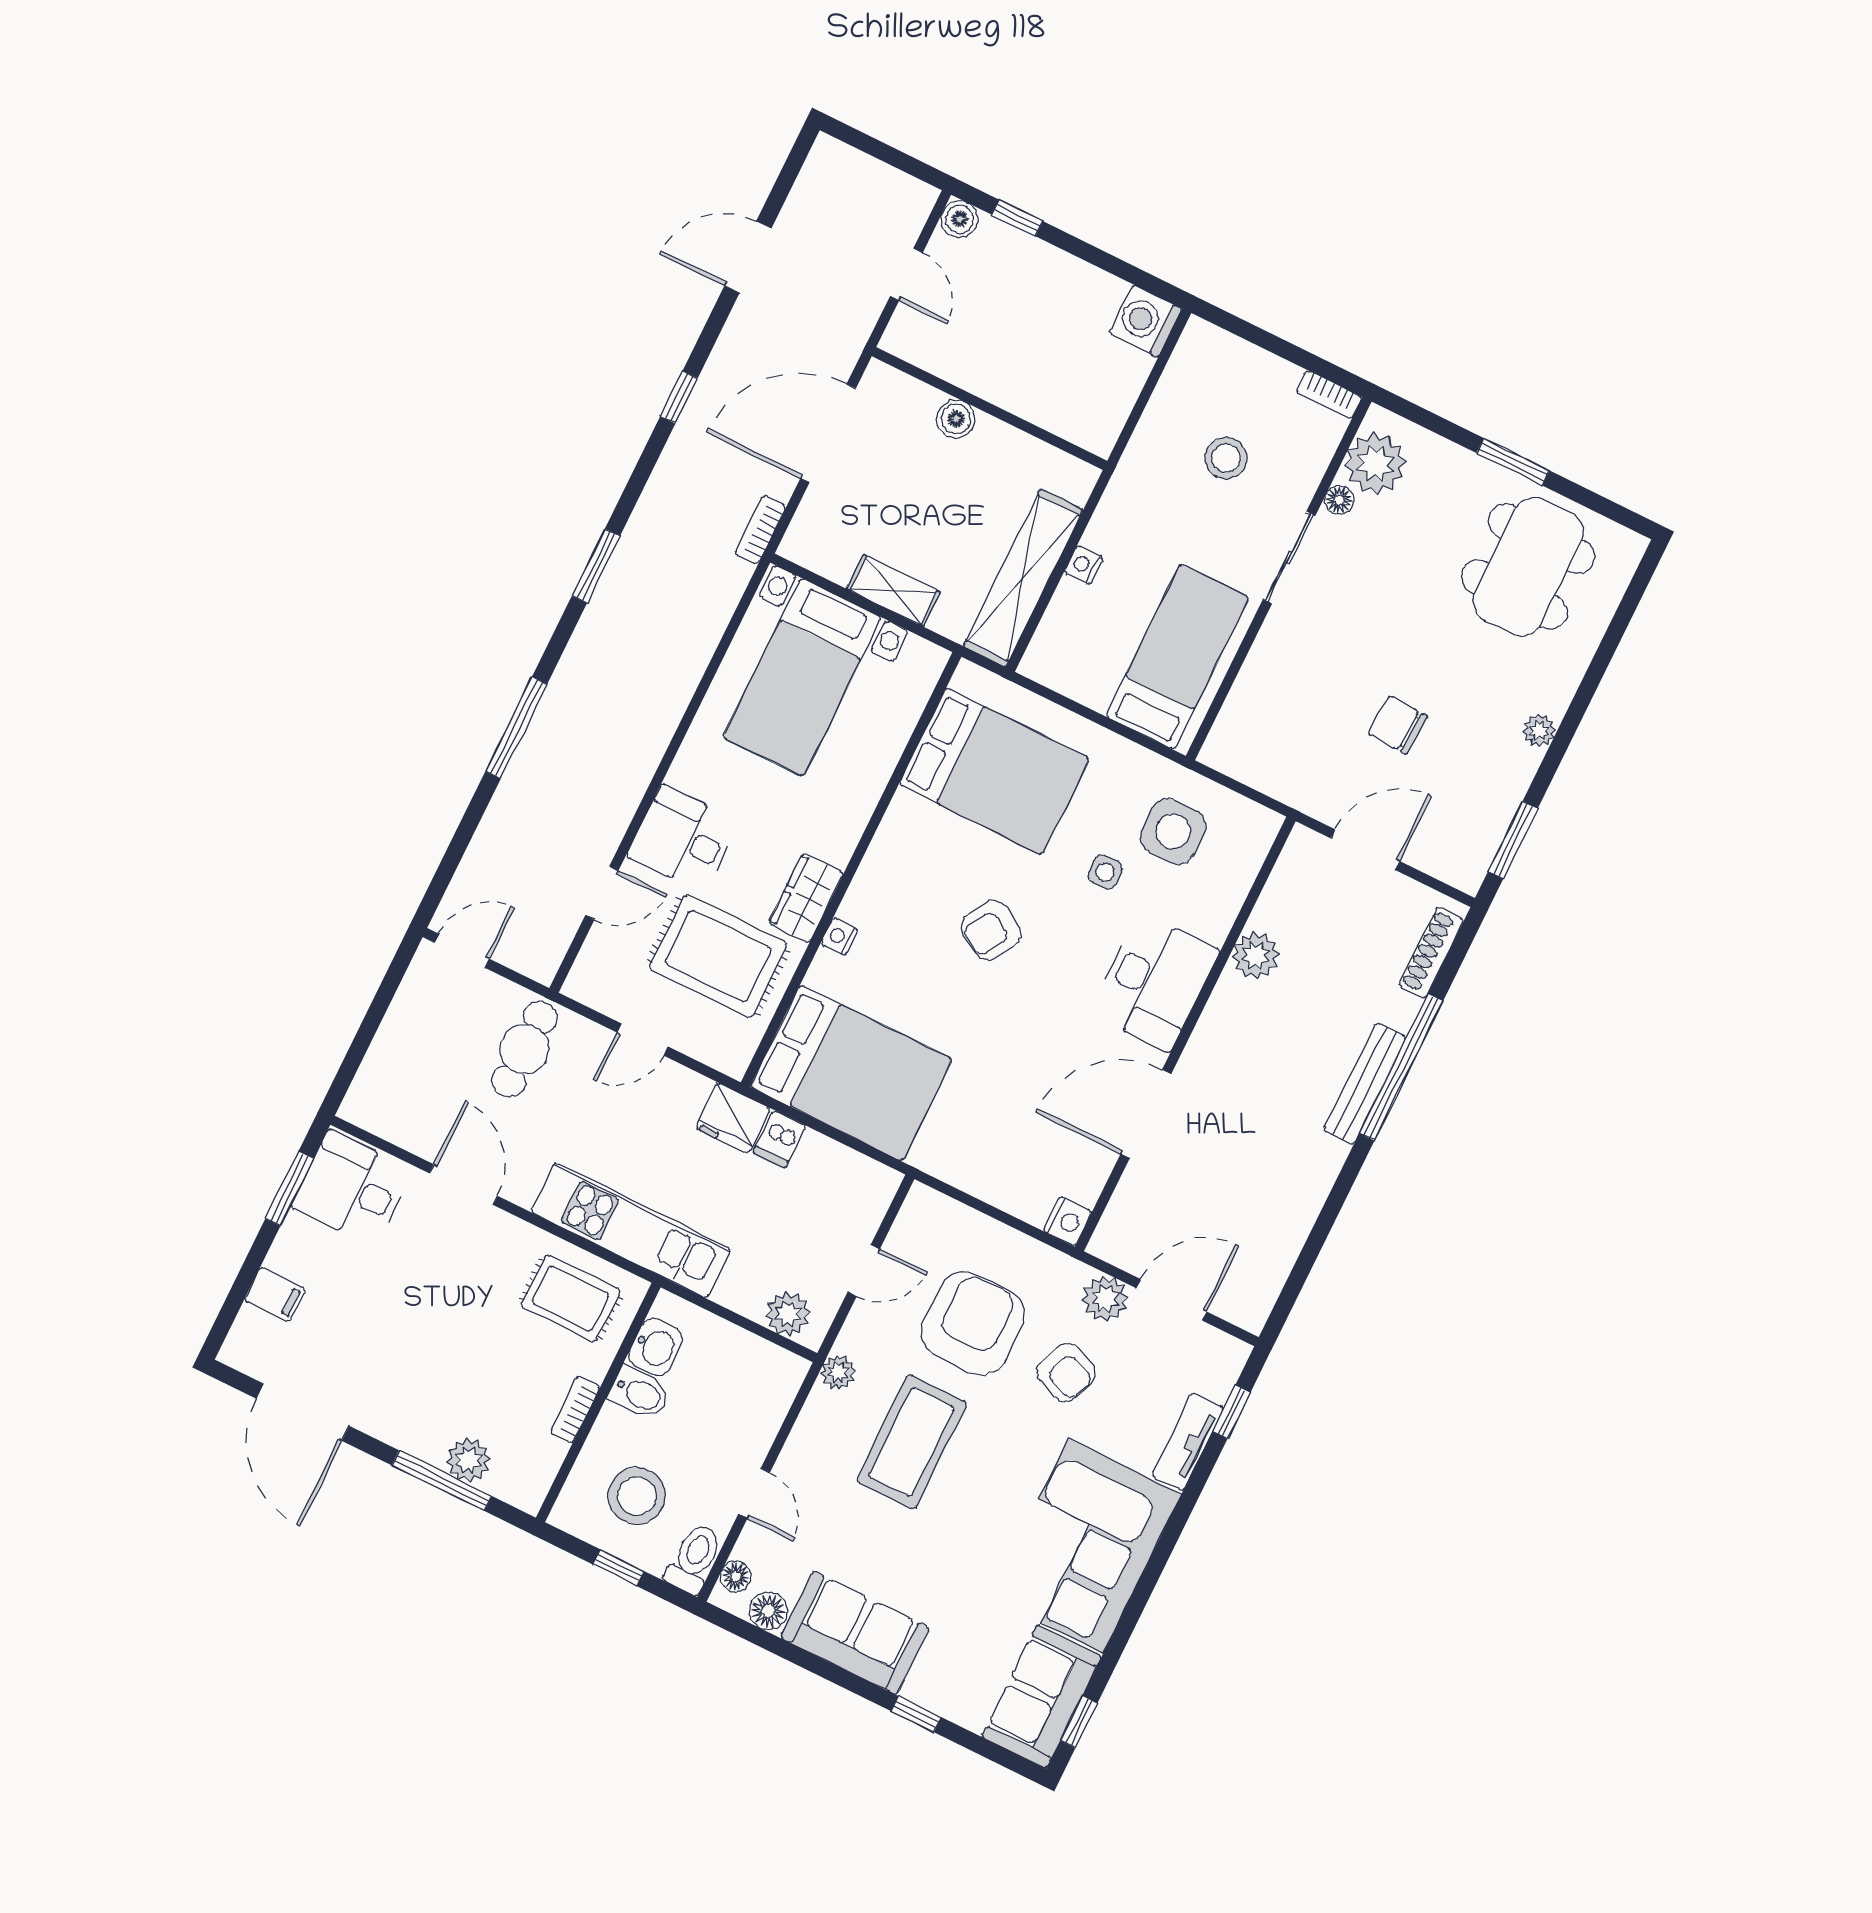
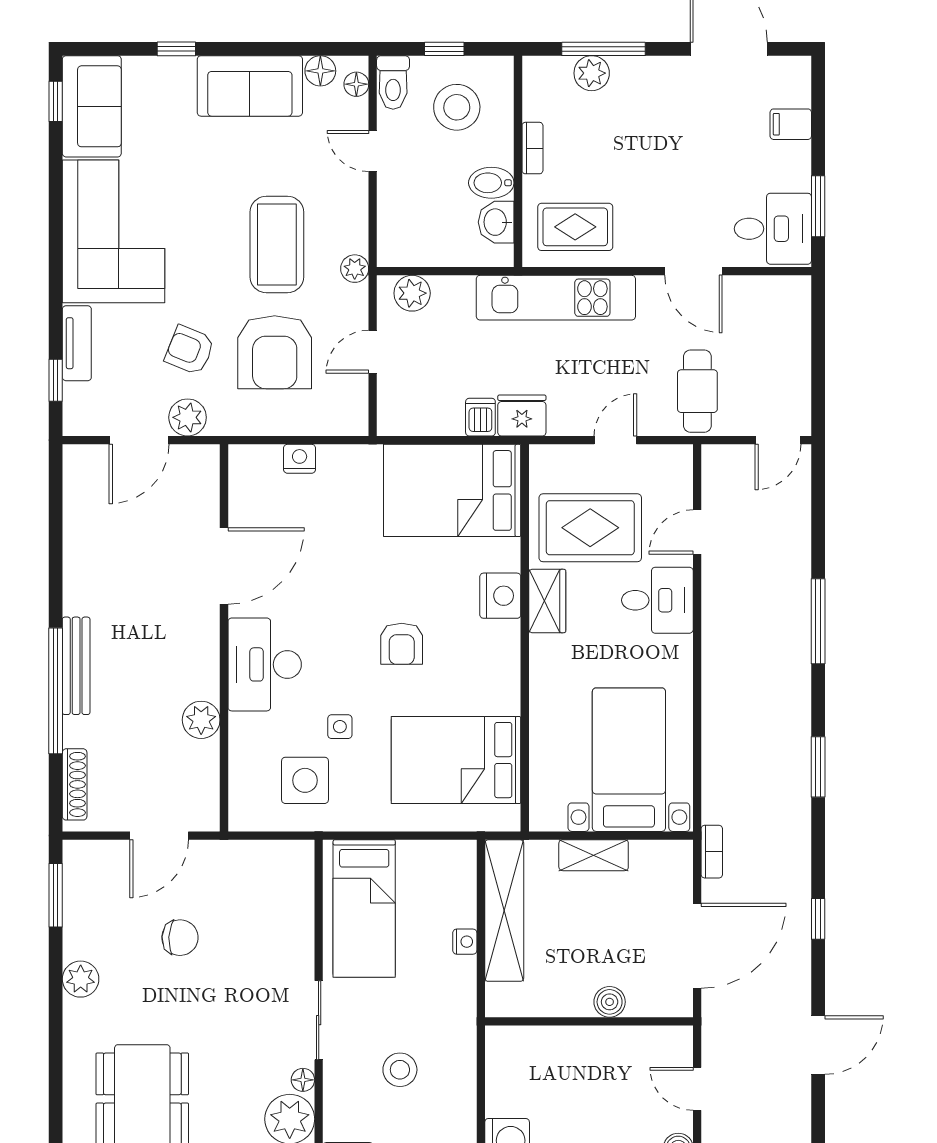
plant: (1539, 731) -> (81, 979), width x1.38, depth x1.38
armchair: (991, 930) -> (402, 644), turned 149
nightstand: (839, 937) -> (500, 596), width x1.89, depth x1.79
nightstand: (1067, 1221) -> (300, 459), moved, turned 90

